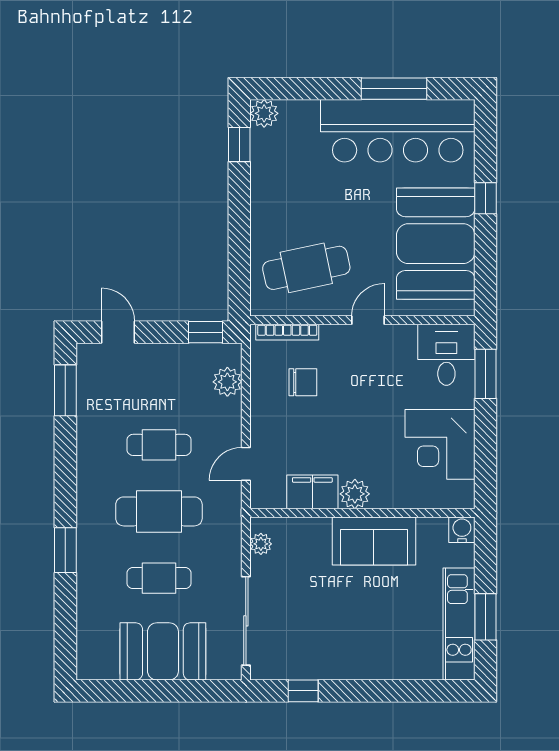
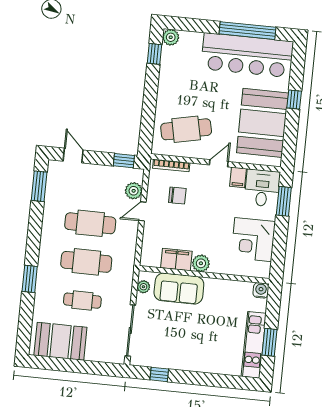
window: (394, 89) -> (248, 31), width x1.46
filing cabinet: (403, 341) -> (238, 177), added
cafe table: (159, 445) -> (90, 223), width x1.37, depth x1.35
door: (246, 464) -> (142, 211), moved
sofa: (374, 541) -> (179, 289), moved
booth: (163, 651) -> (60, 341), moved

